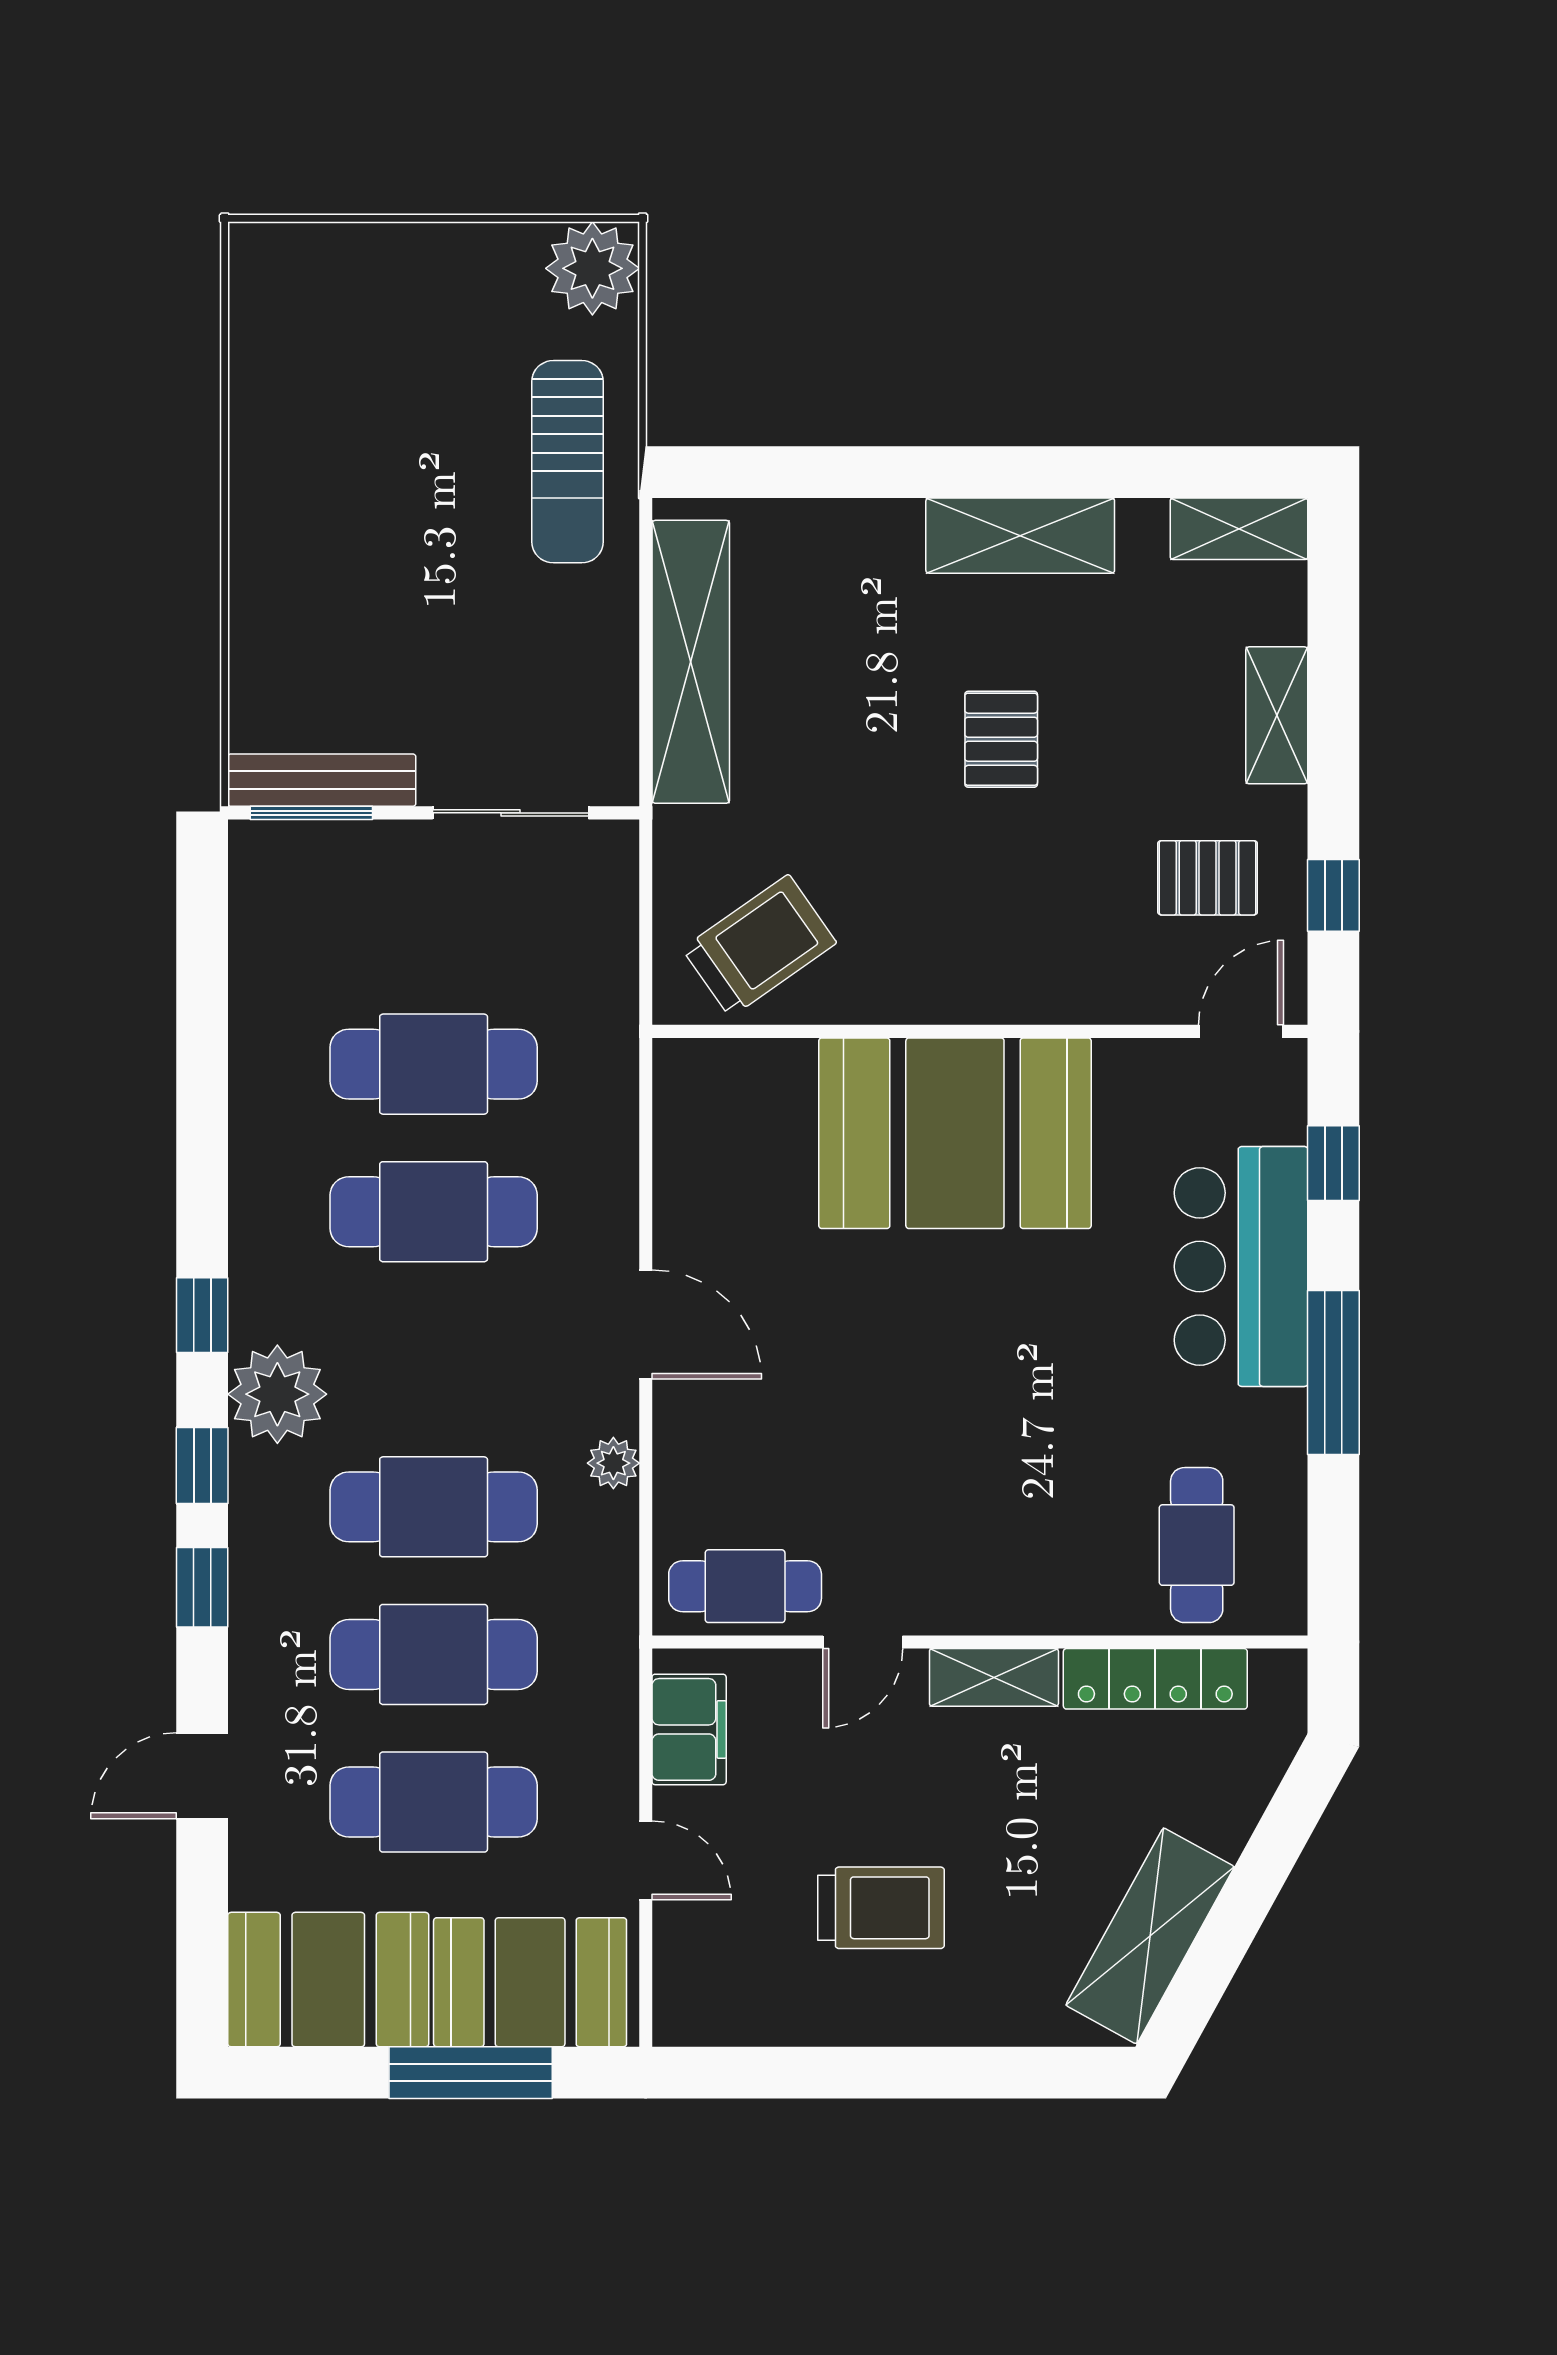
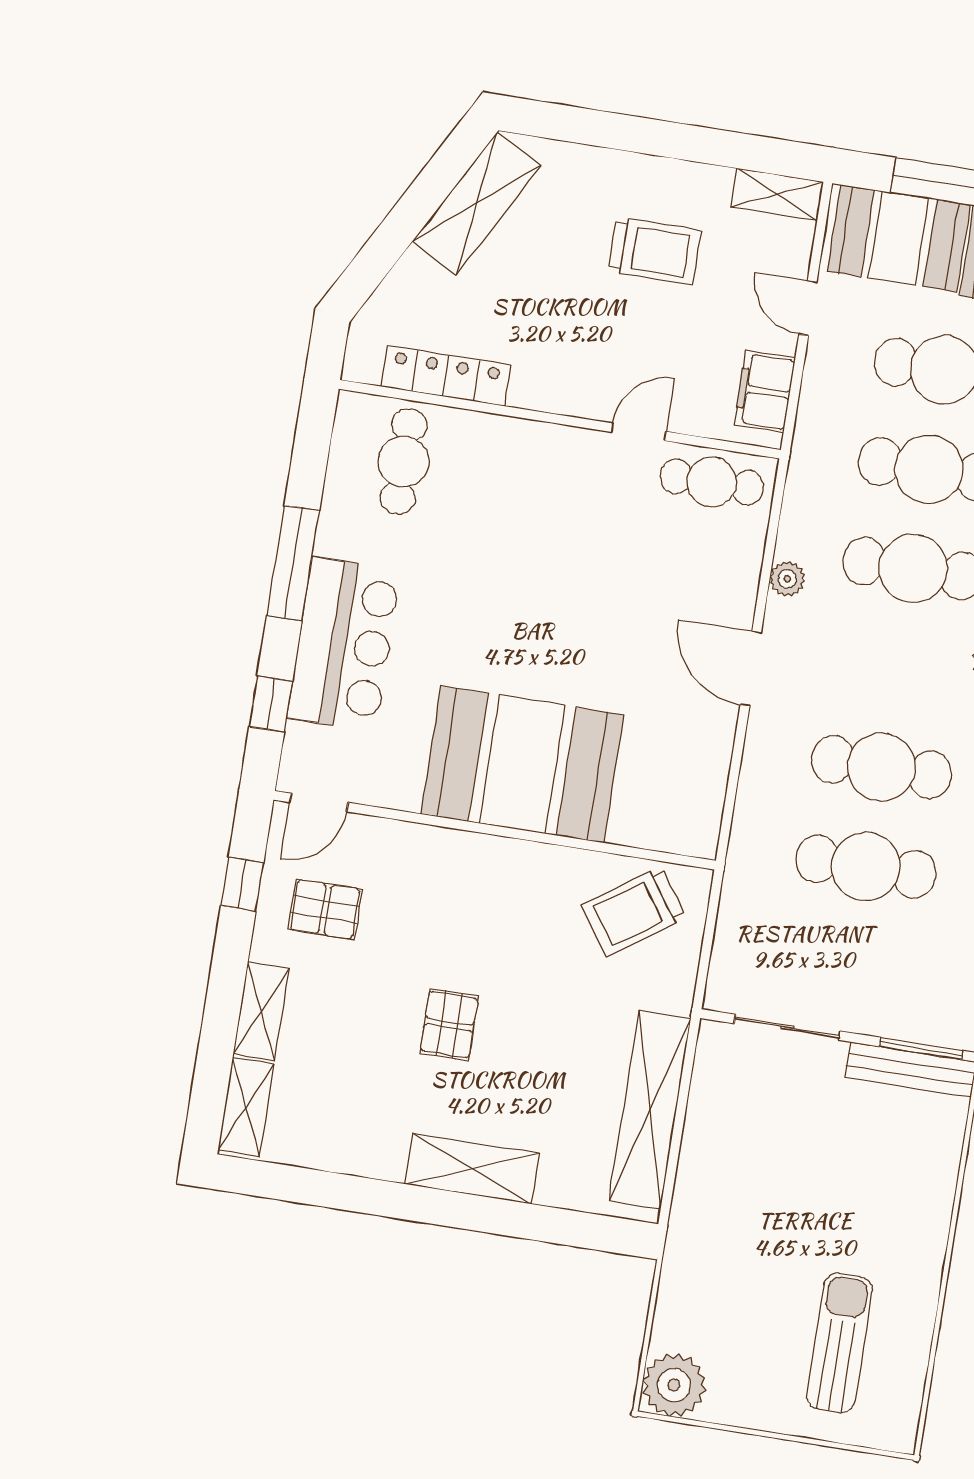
sun lounger: (568, 462) -> (839, 1343), moved
shelving: (1239, 529) -> (246, 1107), moved, turned 90
shelving: (1020, 536) -> (472, 1169), moved
shelving: (994, 1677) -> (777, 194), moved
trolley: (881, 1908) -> (655, 251), turned 180

